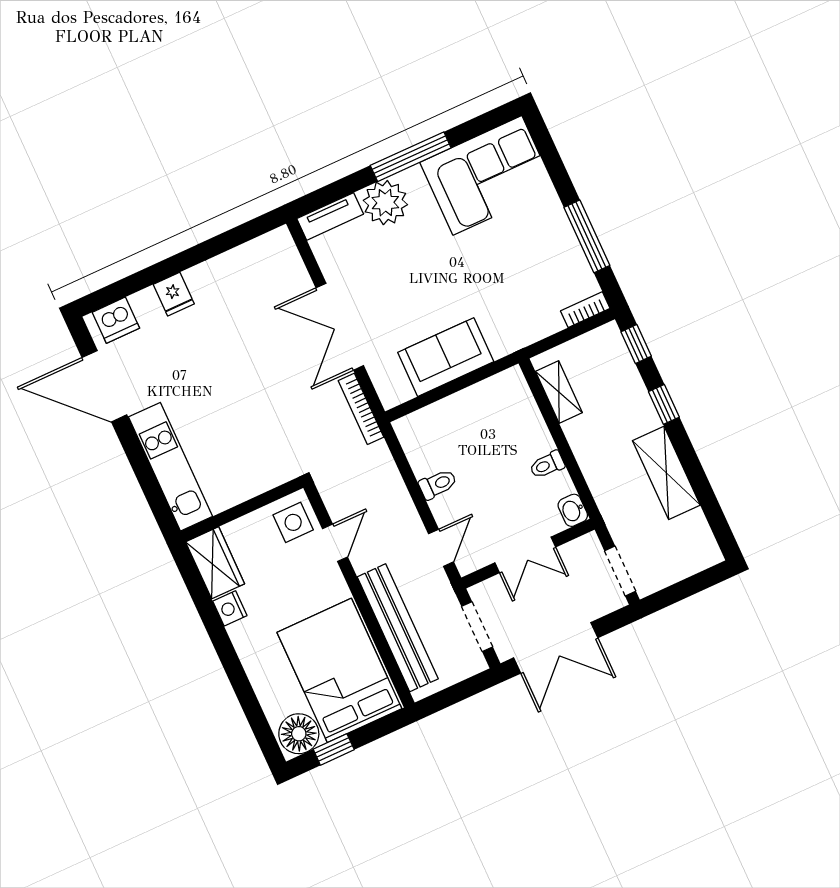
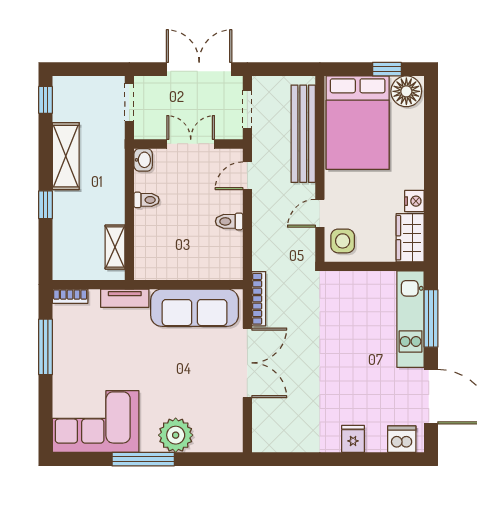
tv unit: (330, 216) -> (125, 298), moved, turned 180
window: (636, 344) -> (46, 100), moved
sofa: (446, 357) -> (195, 308), width x1.36
window: (147, 479) -> (431, 318), added

